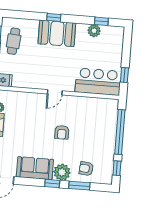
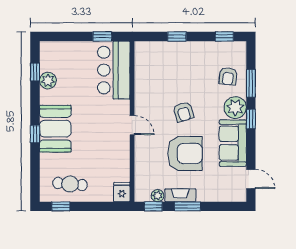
armchair: (30, 131) -> (185, 153), added
armchair: (62, 132) -> (183, 112), turned 73
window: (120, 132) -> (177, 36), width x0.32

